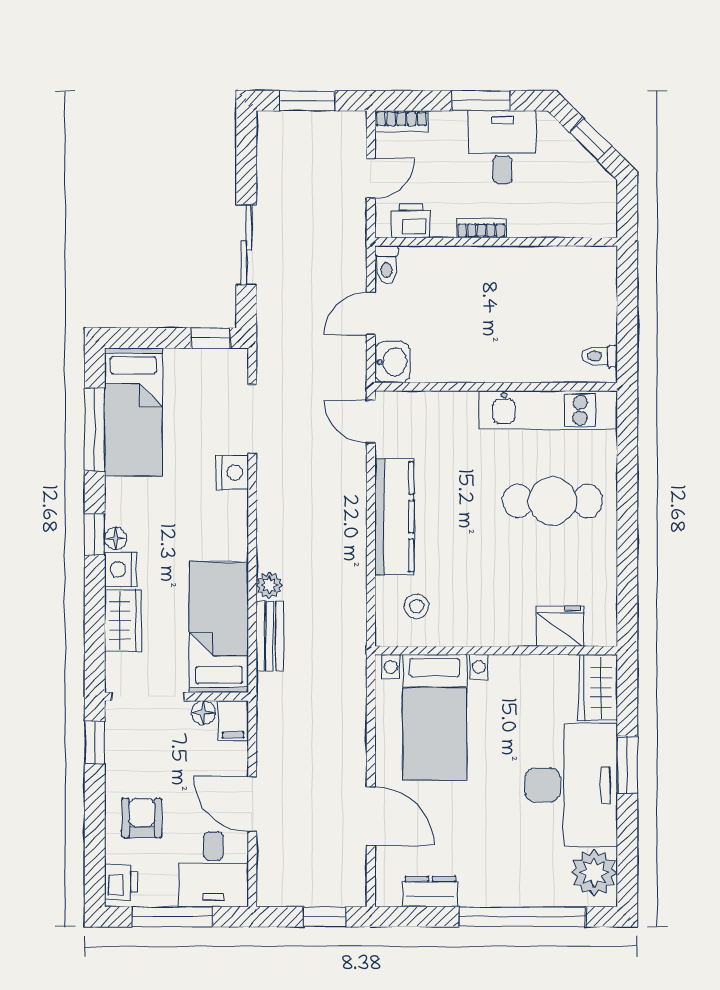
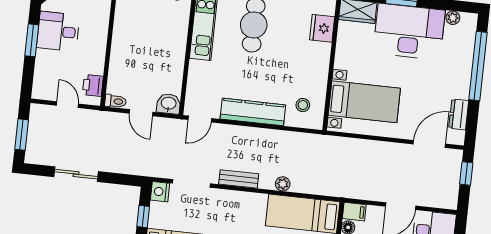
bookcase: (401, 121) -> (38, 85), removed
bookcase: (481, 228) -> (101, 48), removed
sliding door: (246, 245) -> (76, 174), moved
window: (210, 338) -> (143, 216), moved
nightstand: (232, 473) -> (160, 192), moved, turned -90
bench: (270, 636) -> (239, 179), moved
door: (371, 816) -> (429, 144), moved
plant: (594, 873) -> (453, 18), width x0.53, depth x0.53

